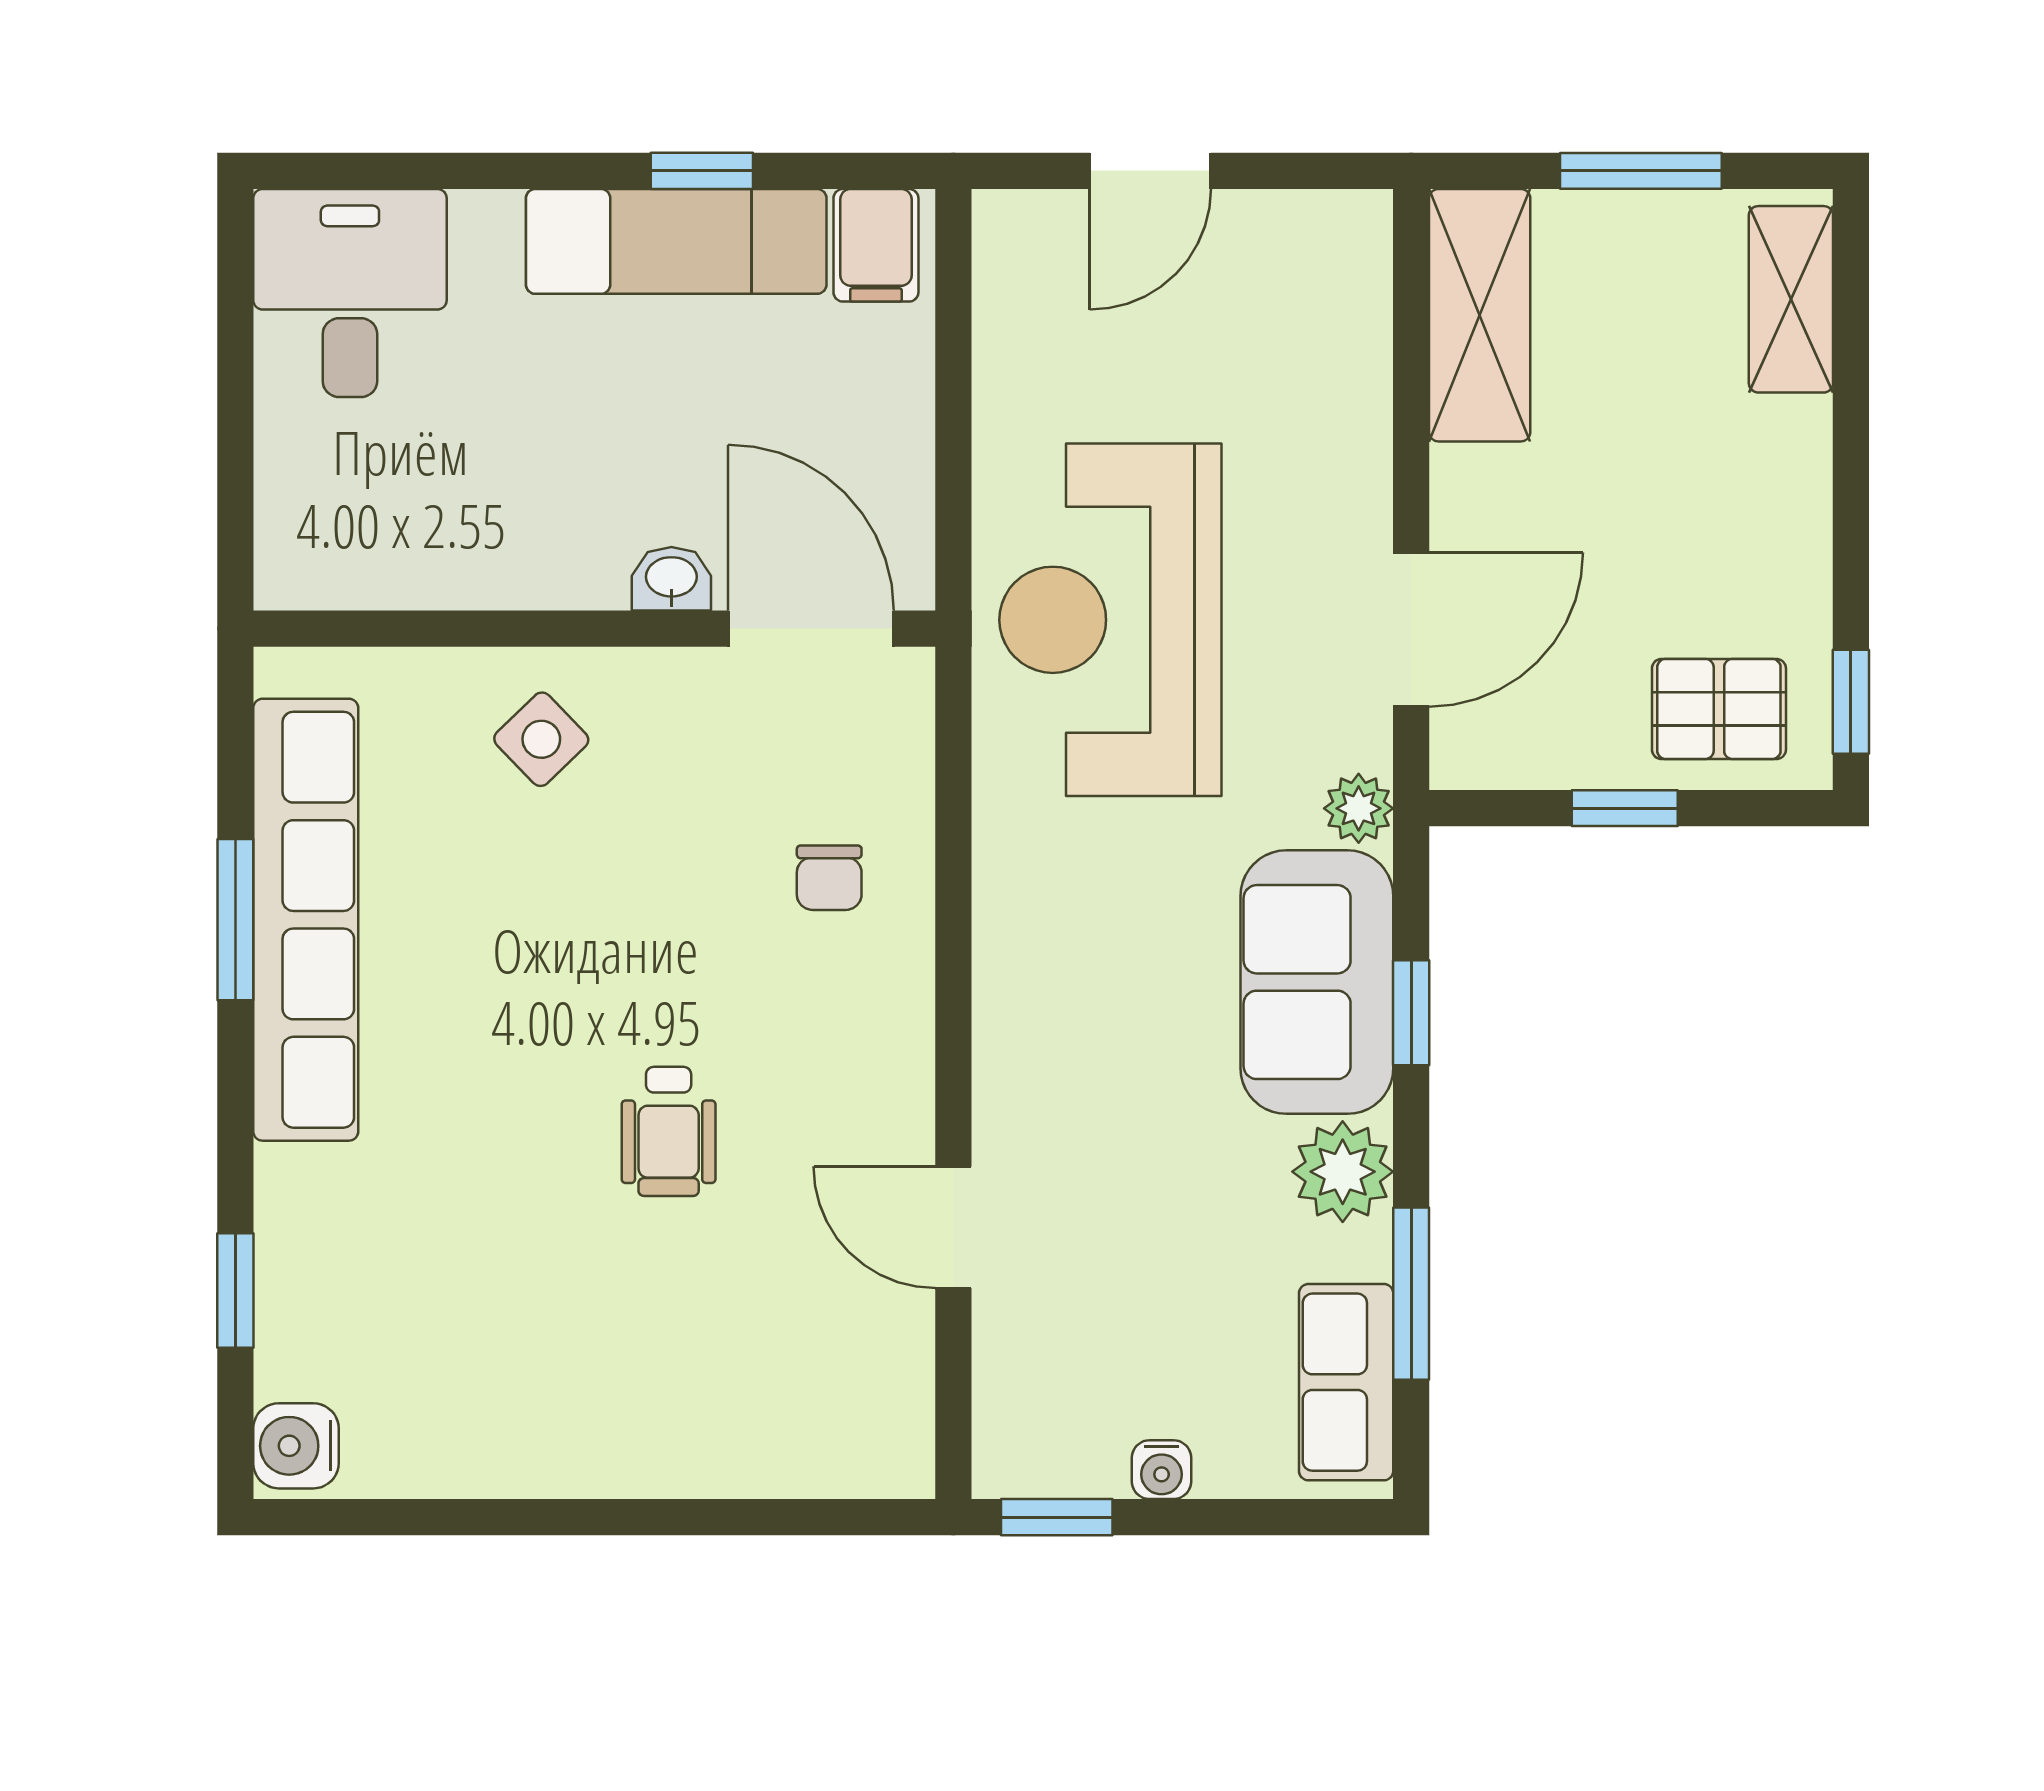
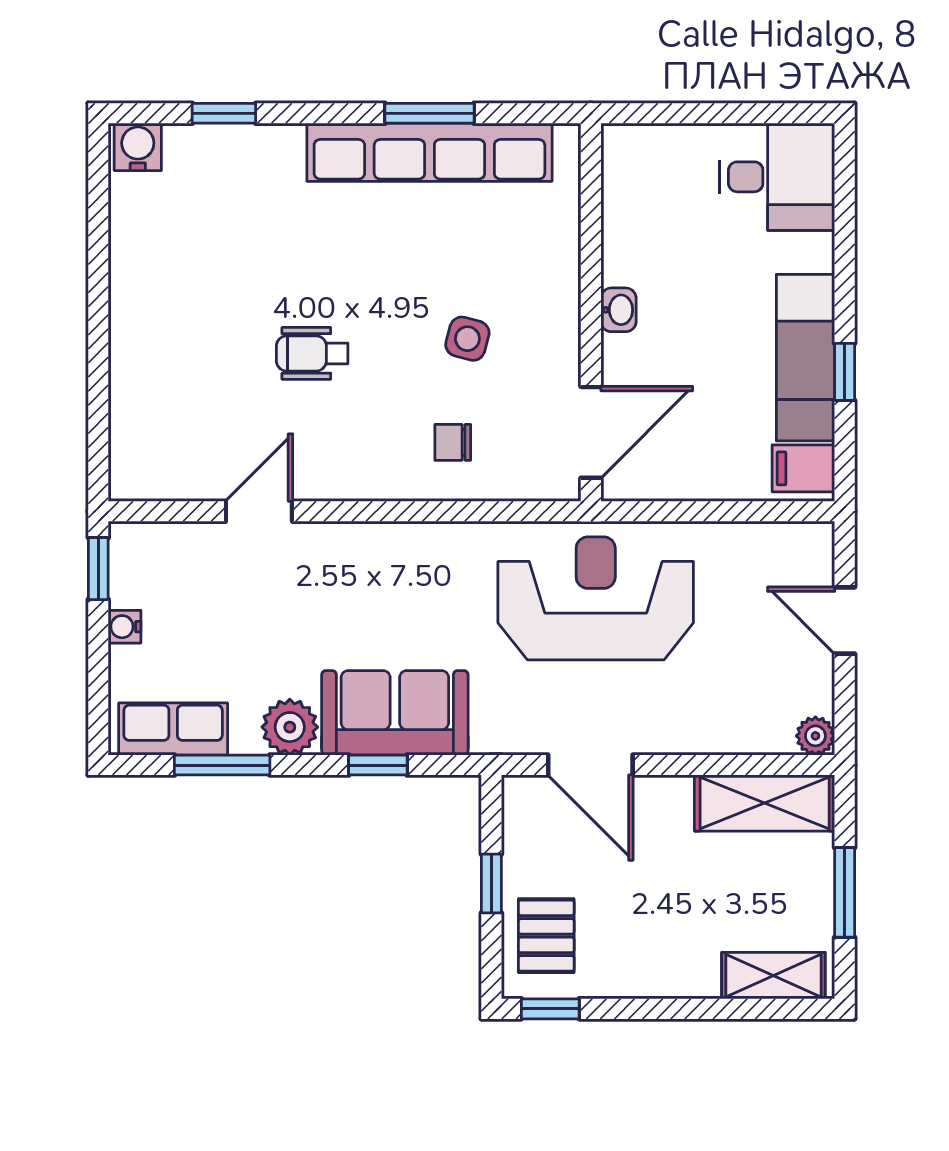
washbasin: (671, 579) -> (618, 310), moved
side table: (541, 739) -> (467, 339), moved, turned -31
plant: (1359, 808) -> (815, 736), moved

